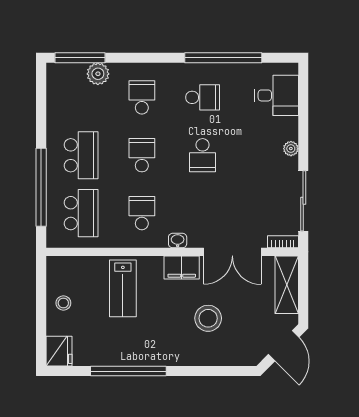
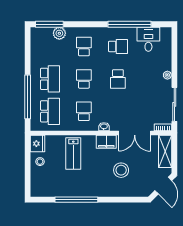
desk: (277, 95) -> (148, 39), moved, turned -90
fridge: (59, 351) -> (38, 144), moved

